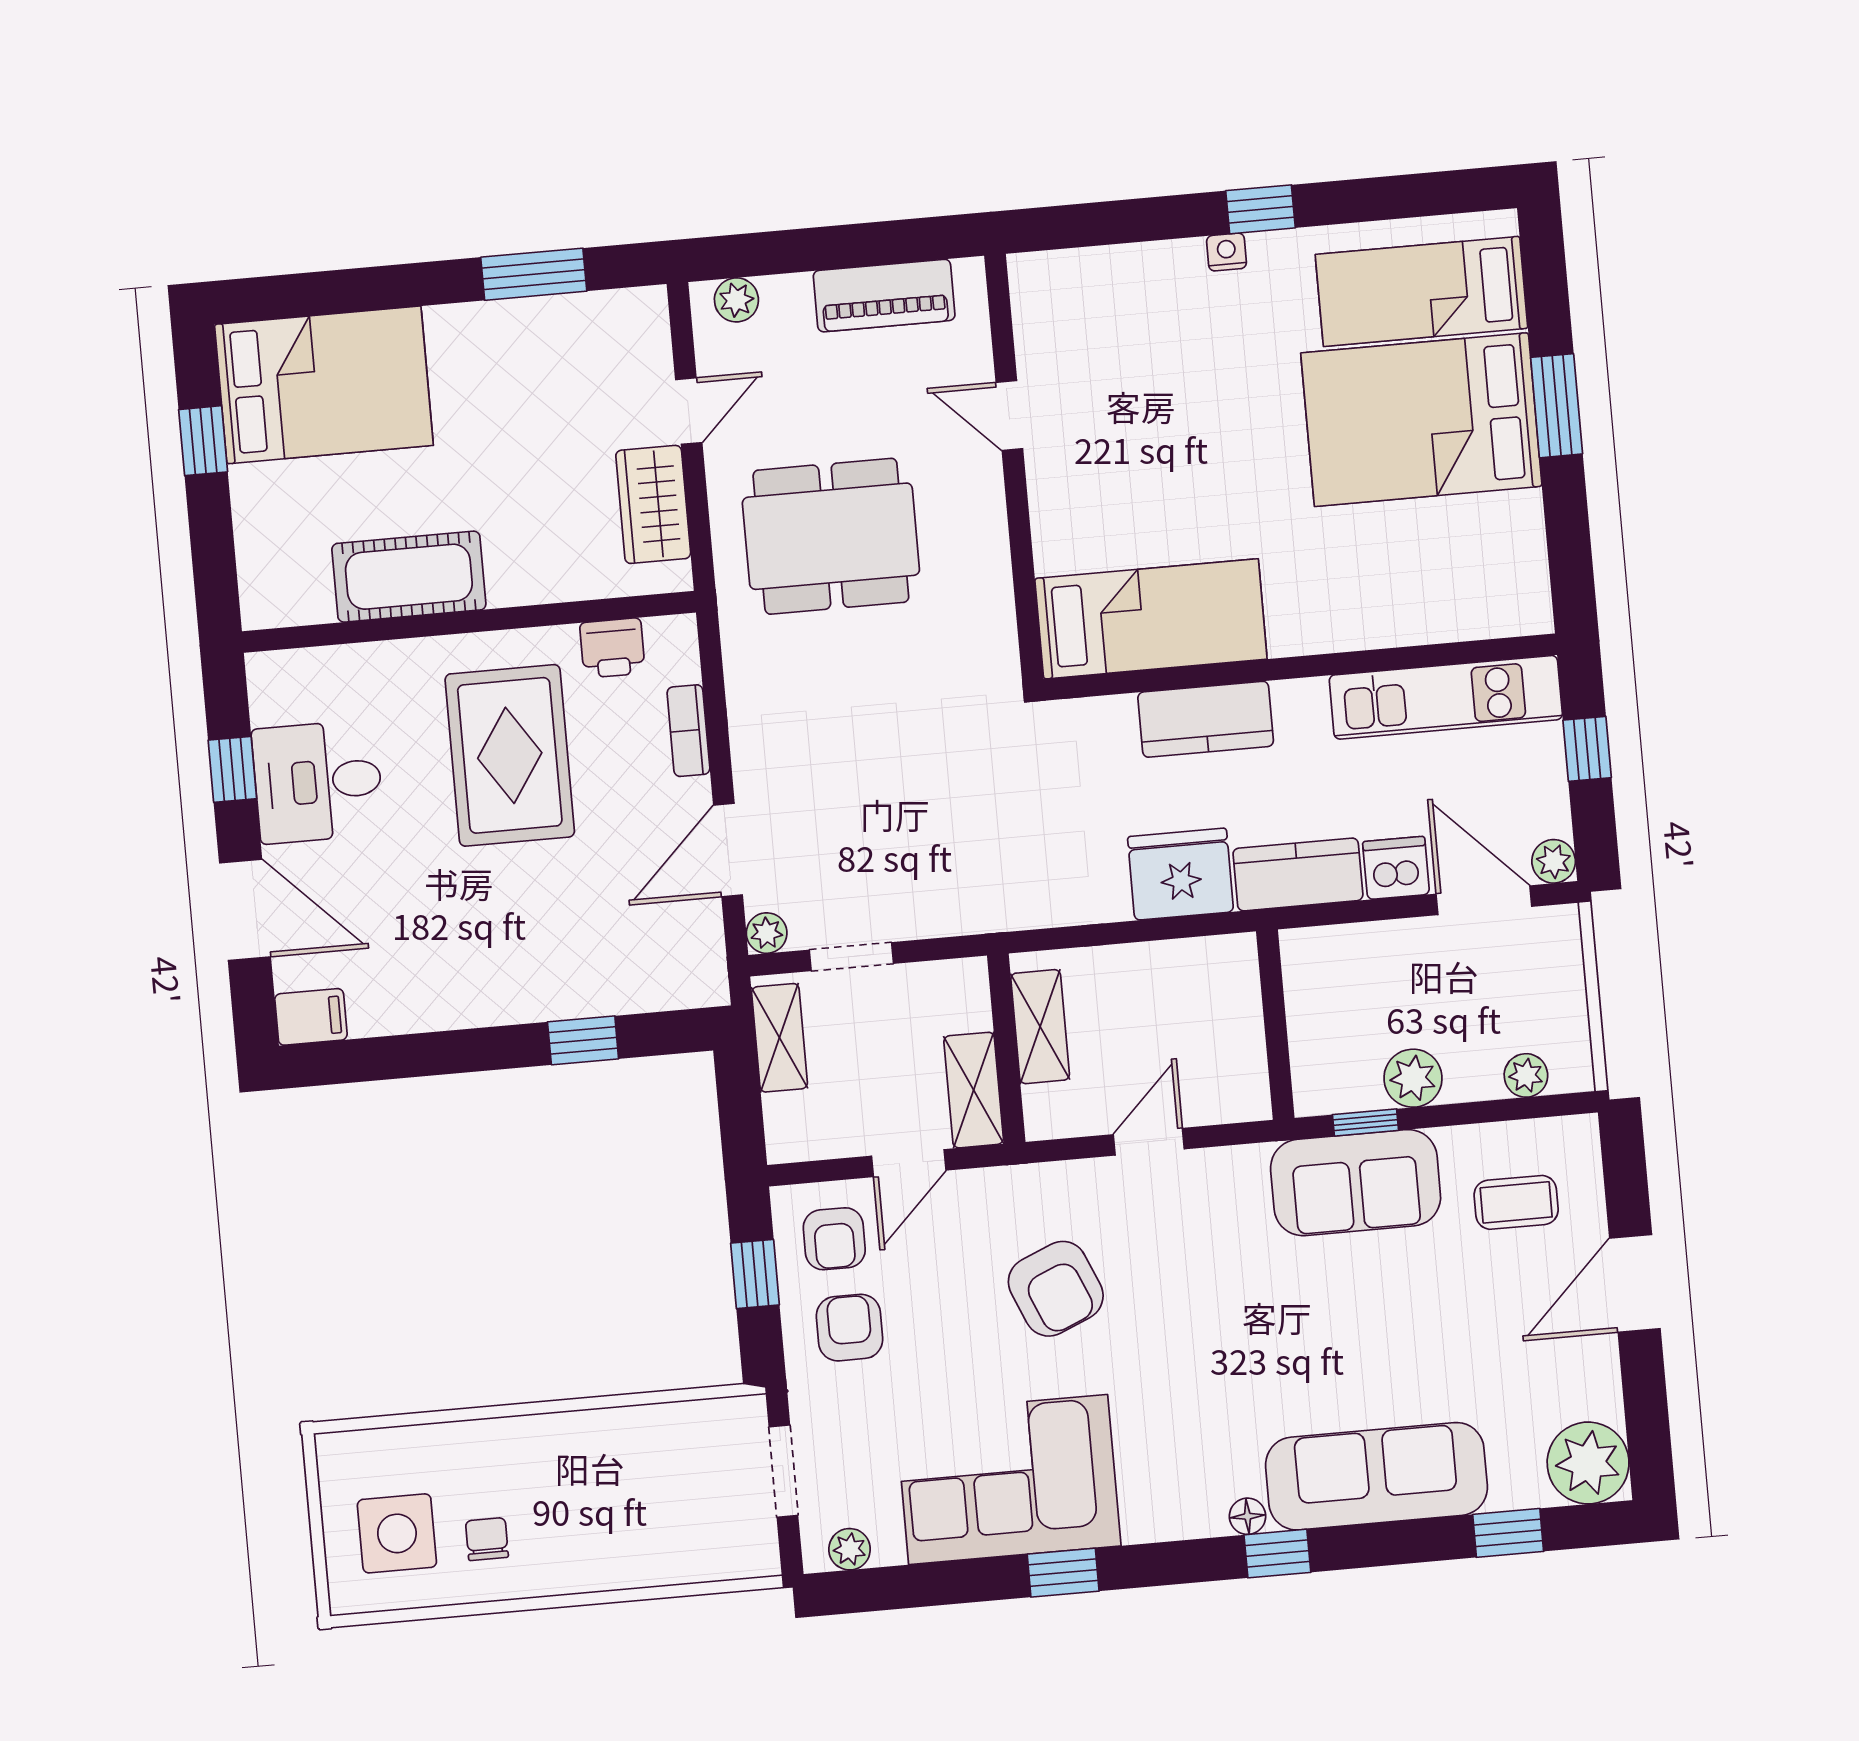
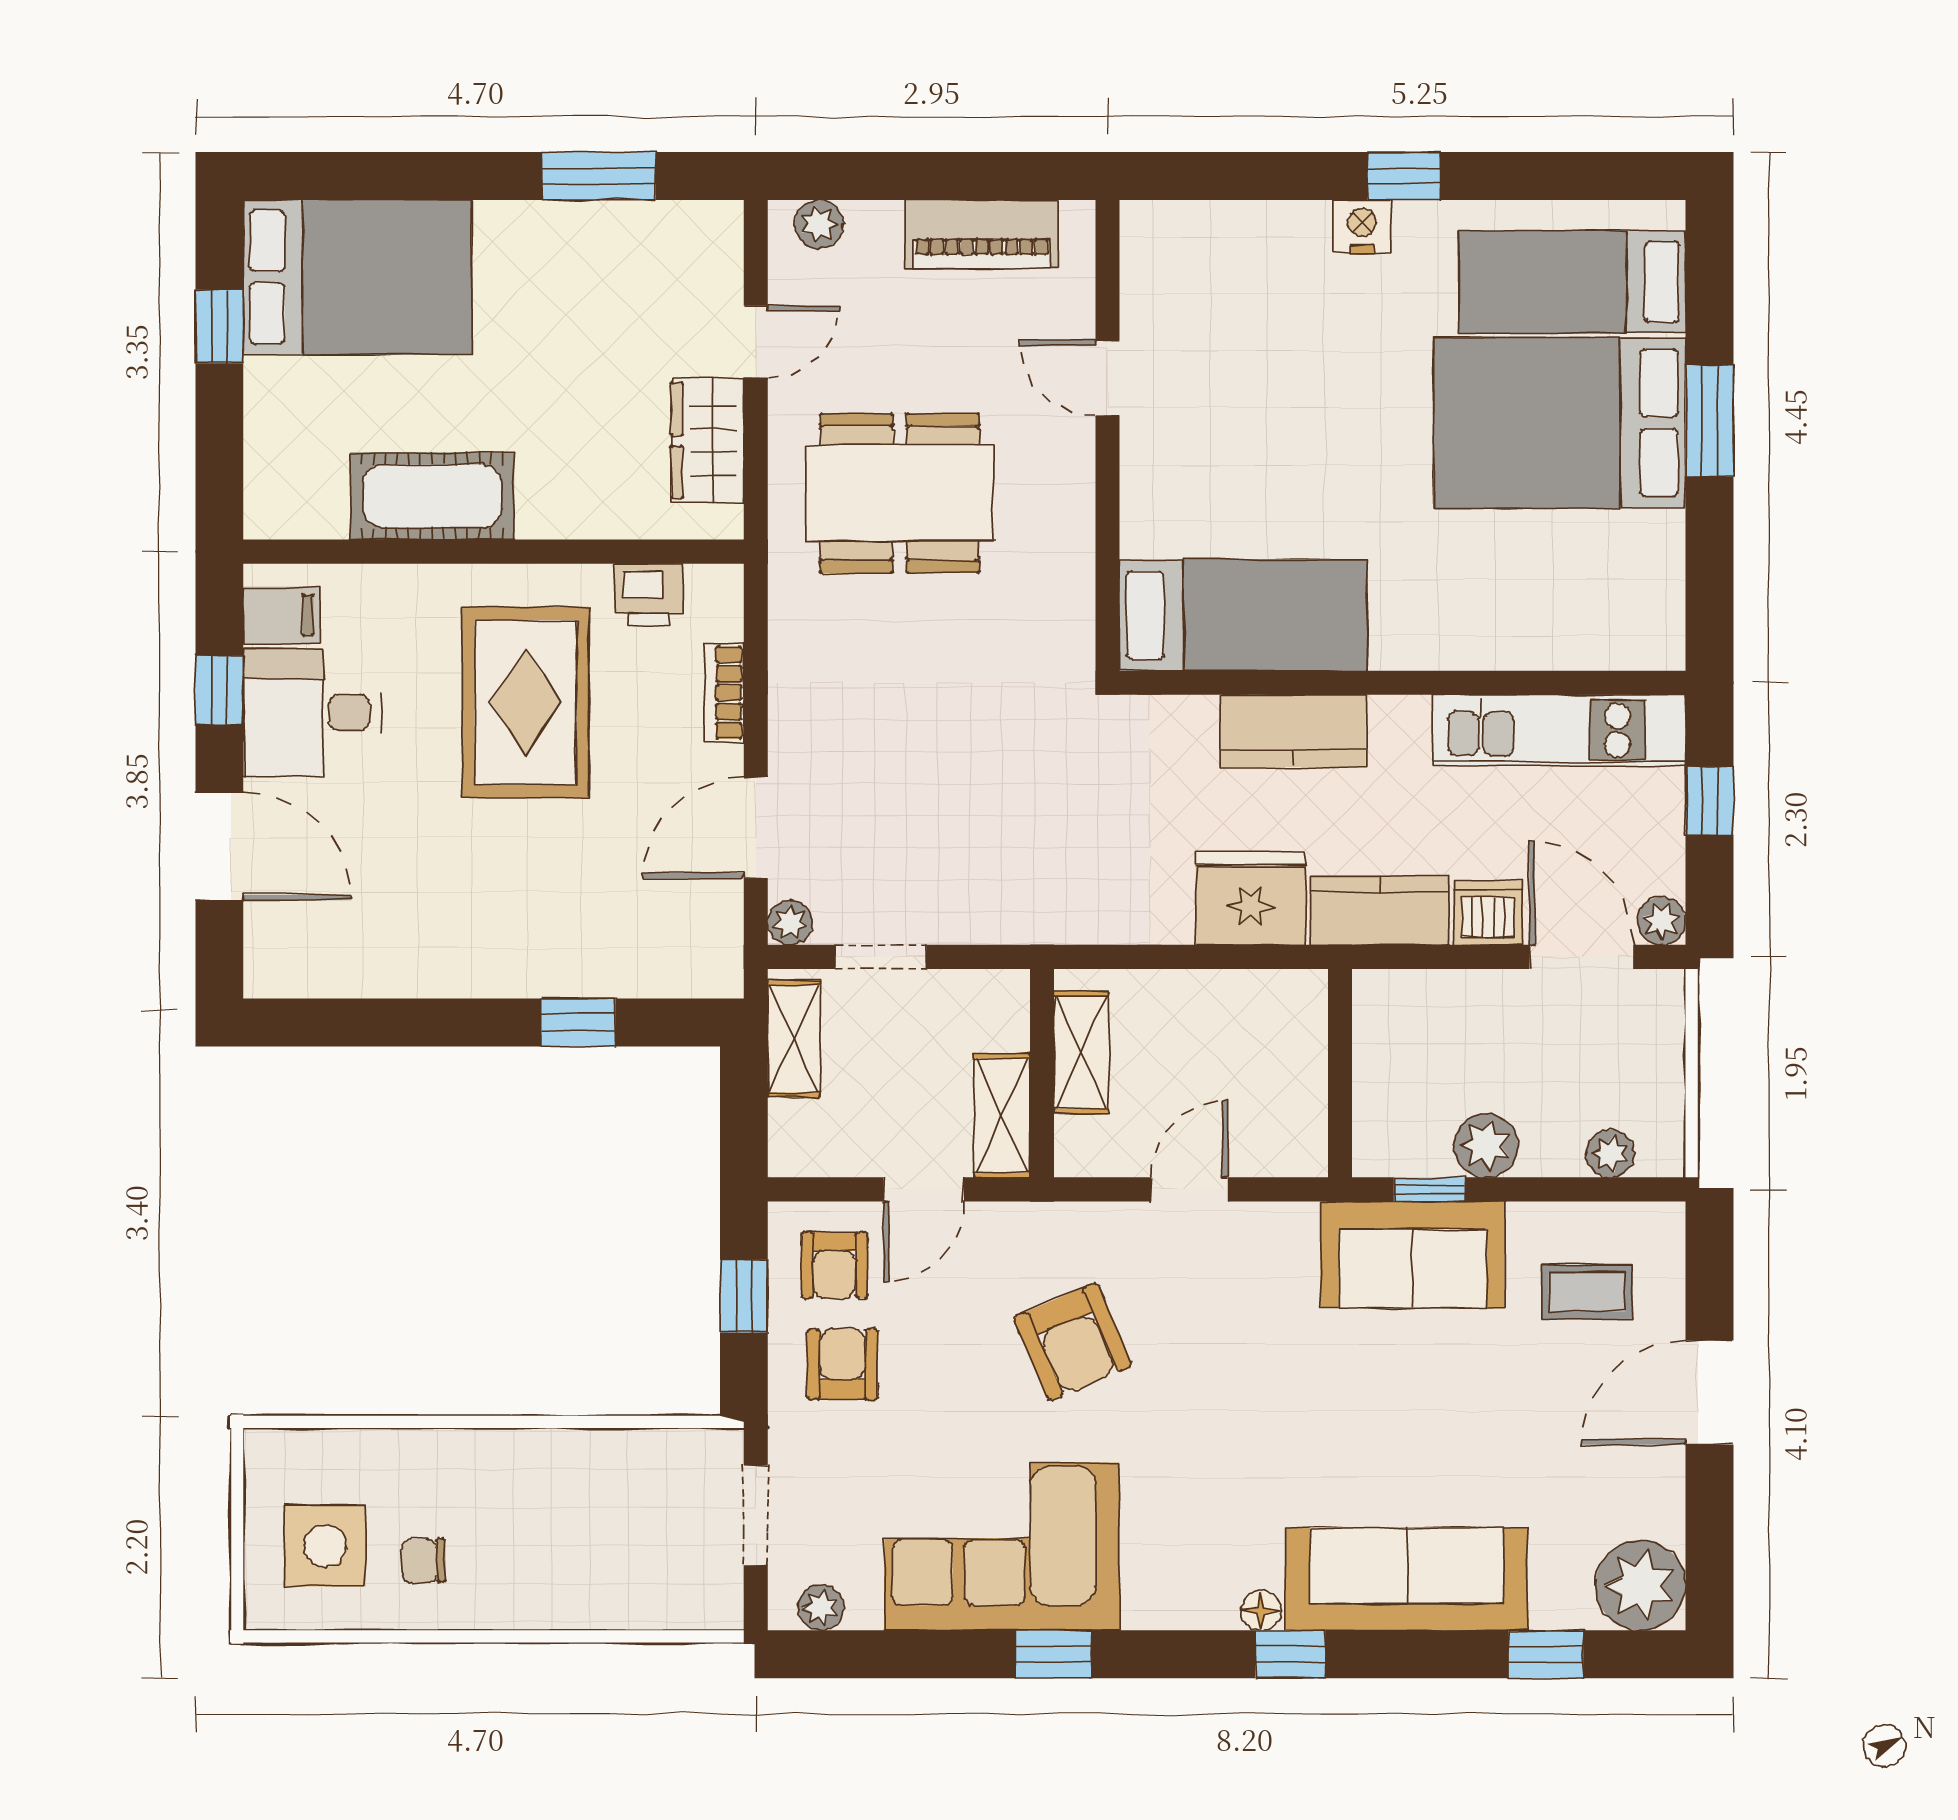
nightstand: (1227, 252) -> (1362, 227), width x1.39, depth x1.35
filing cabinet: (311, 1017) -> (281, 615), moved
chair: (487, 1539) -> (423, 1561), turned -91

